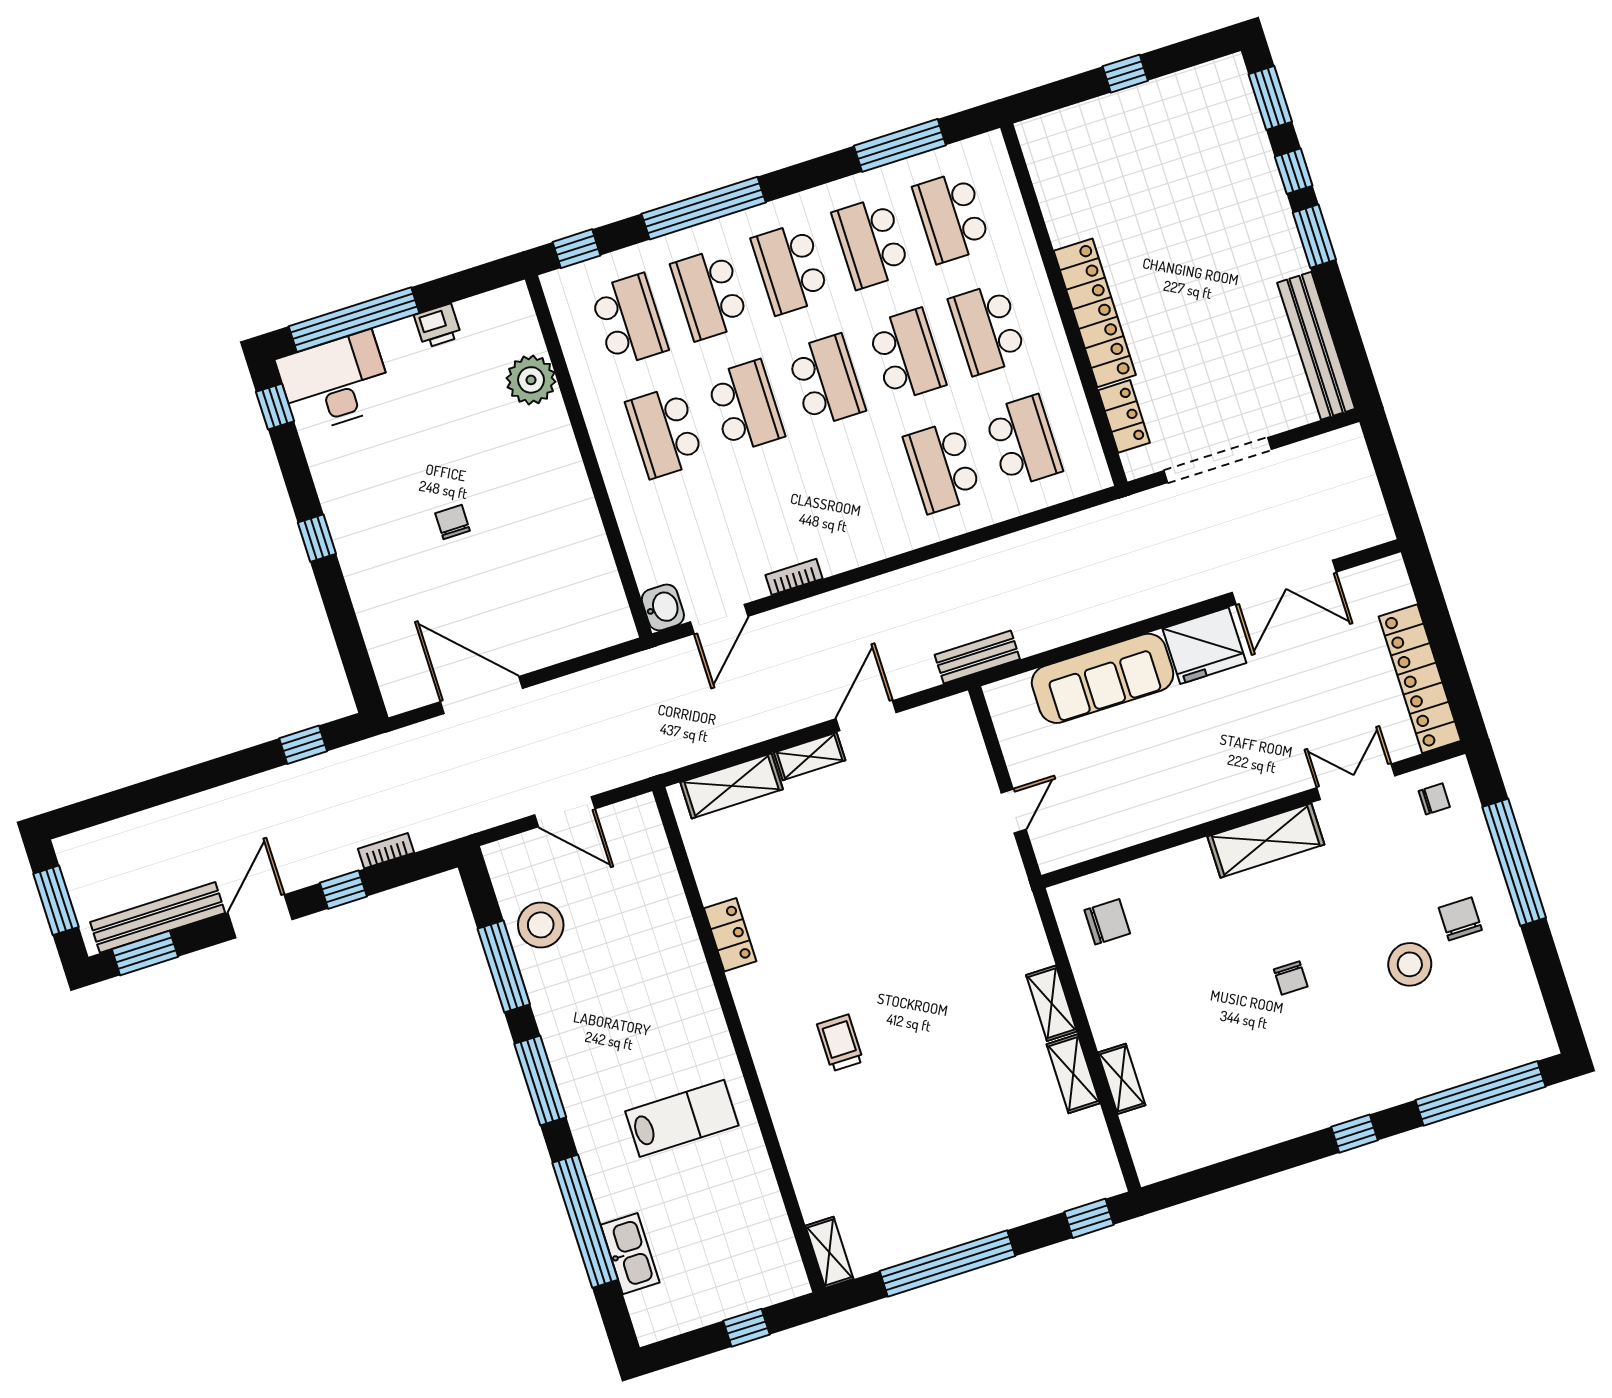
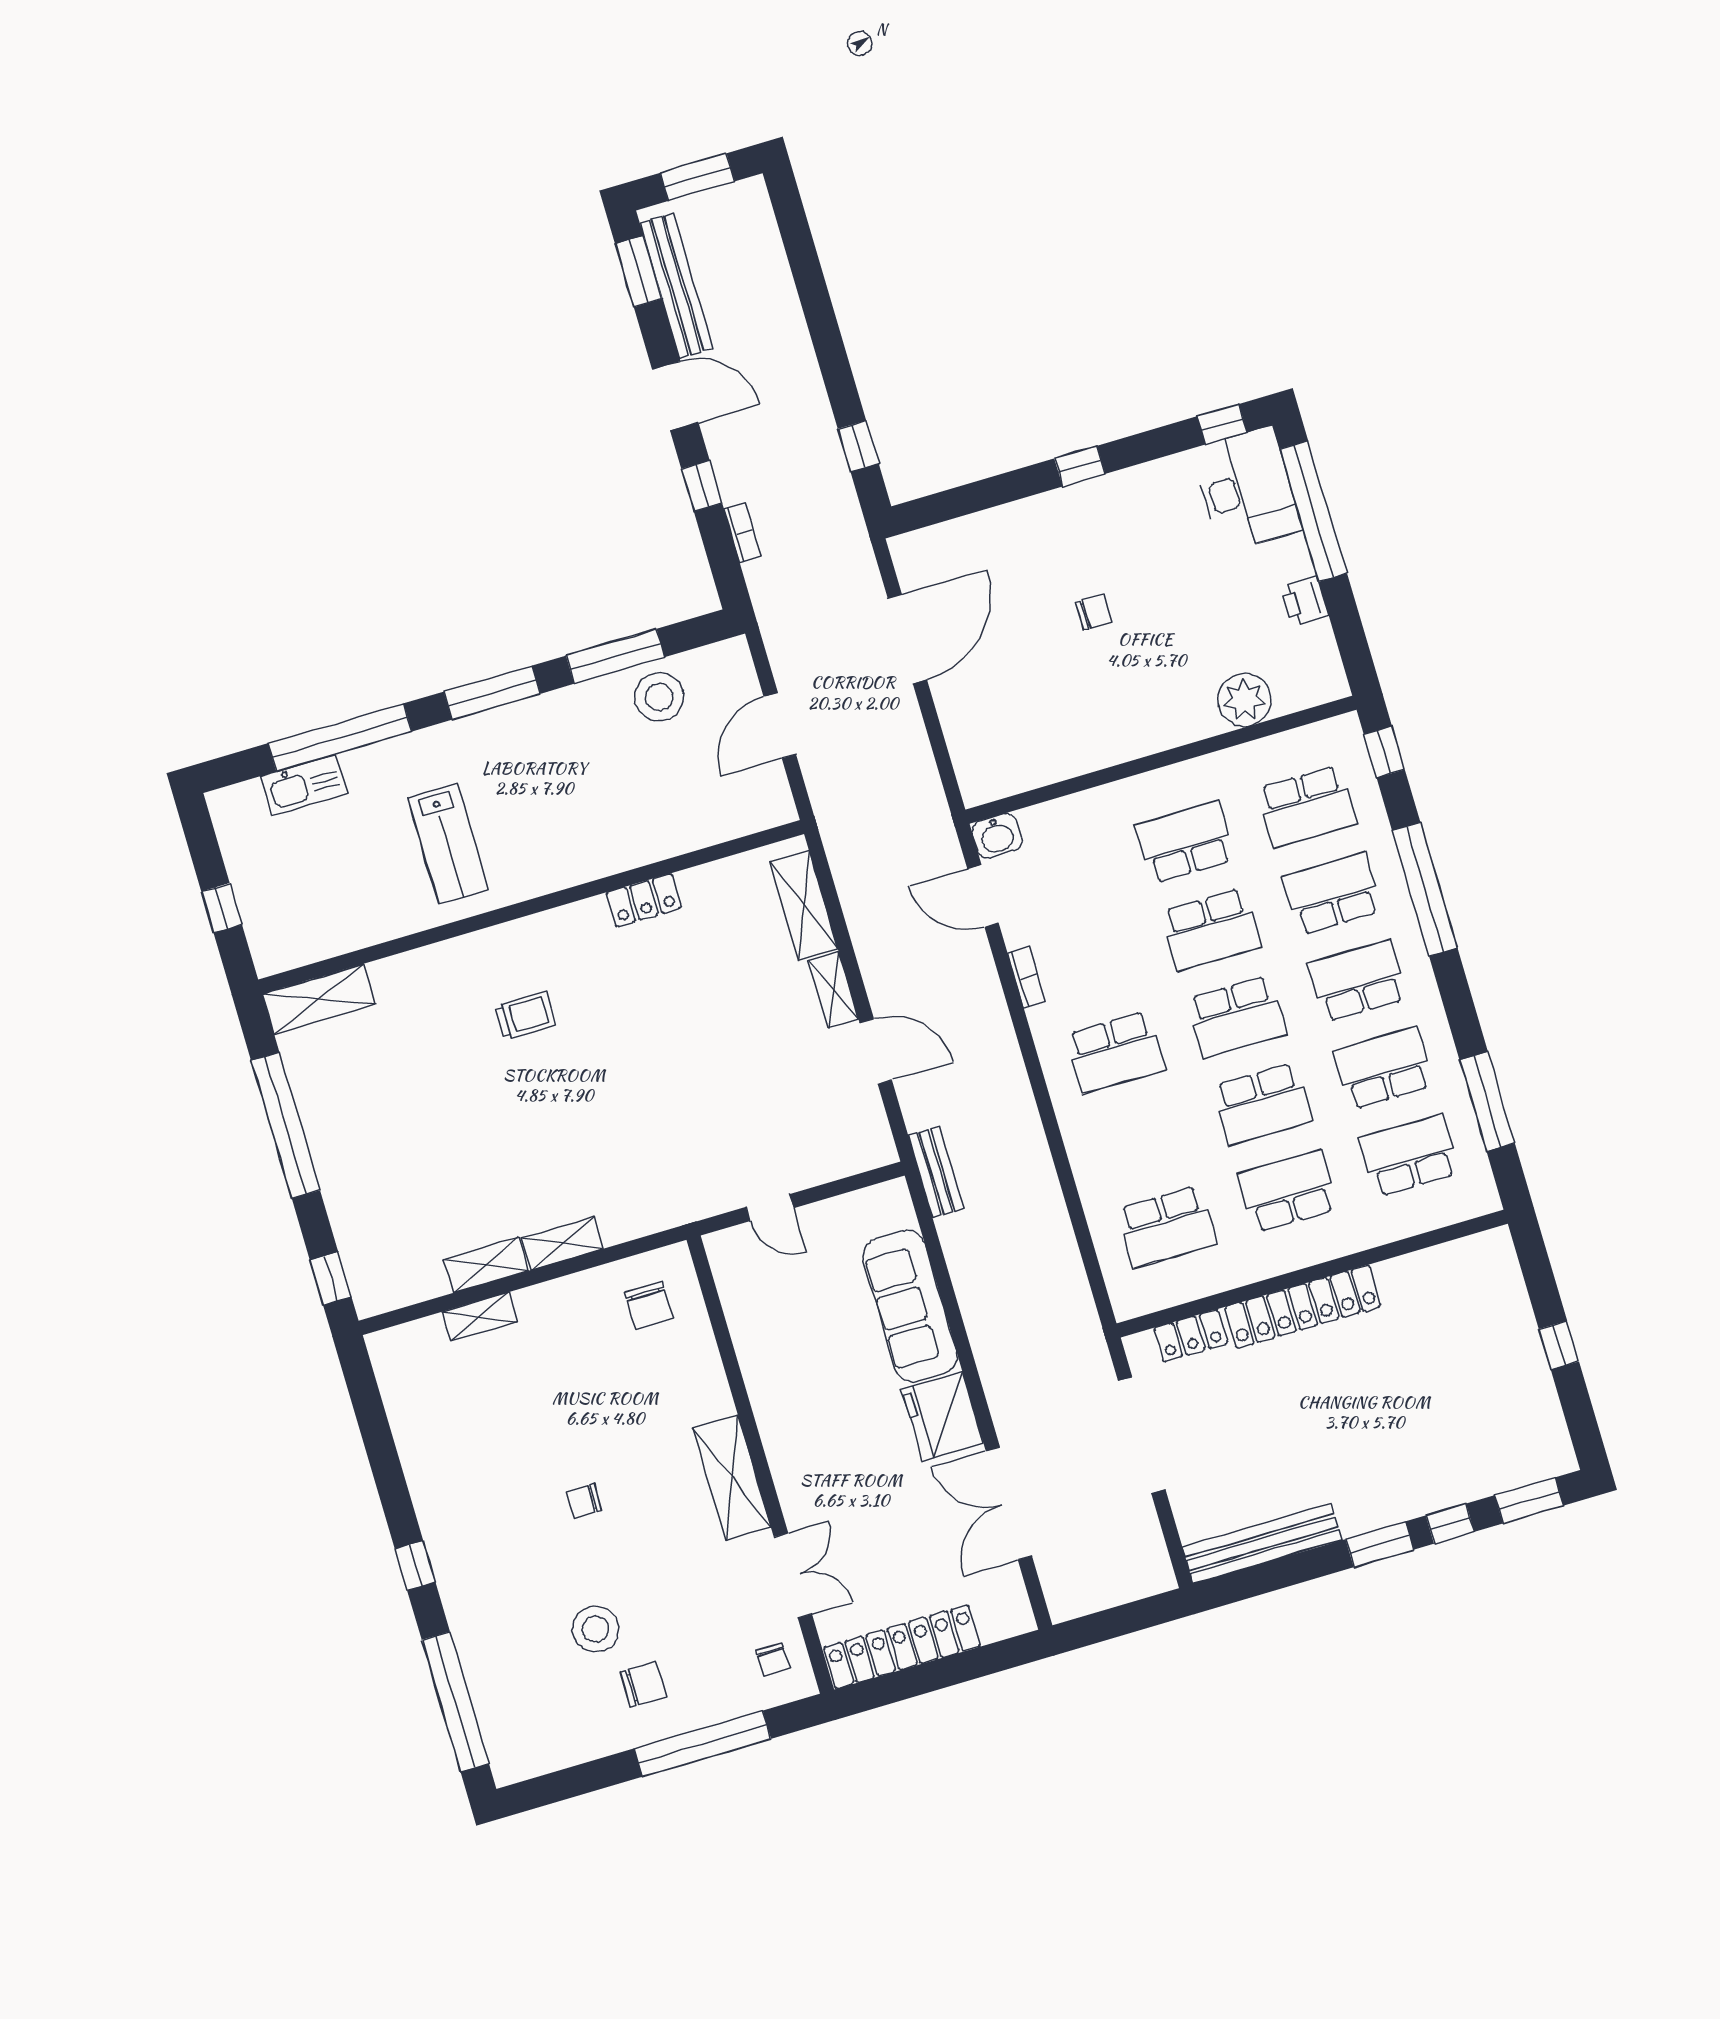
school desk: (943, 467) -> (1115, 1052), moved, turned 180
shelving: (829, 1252) -> (319, 999), width x1.50, depth x1.33

